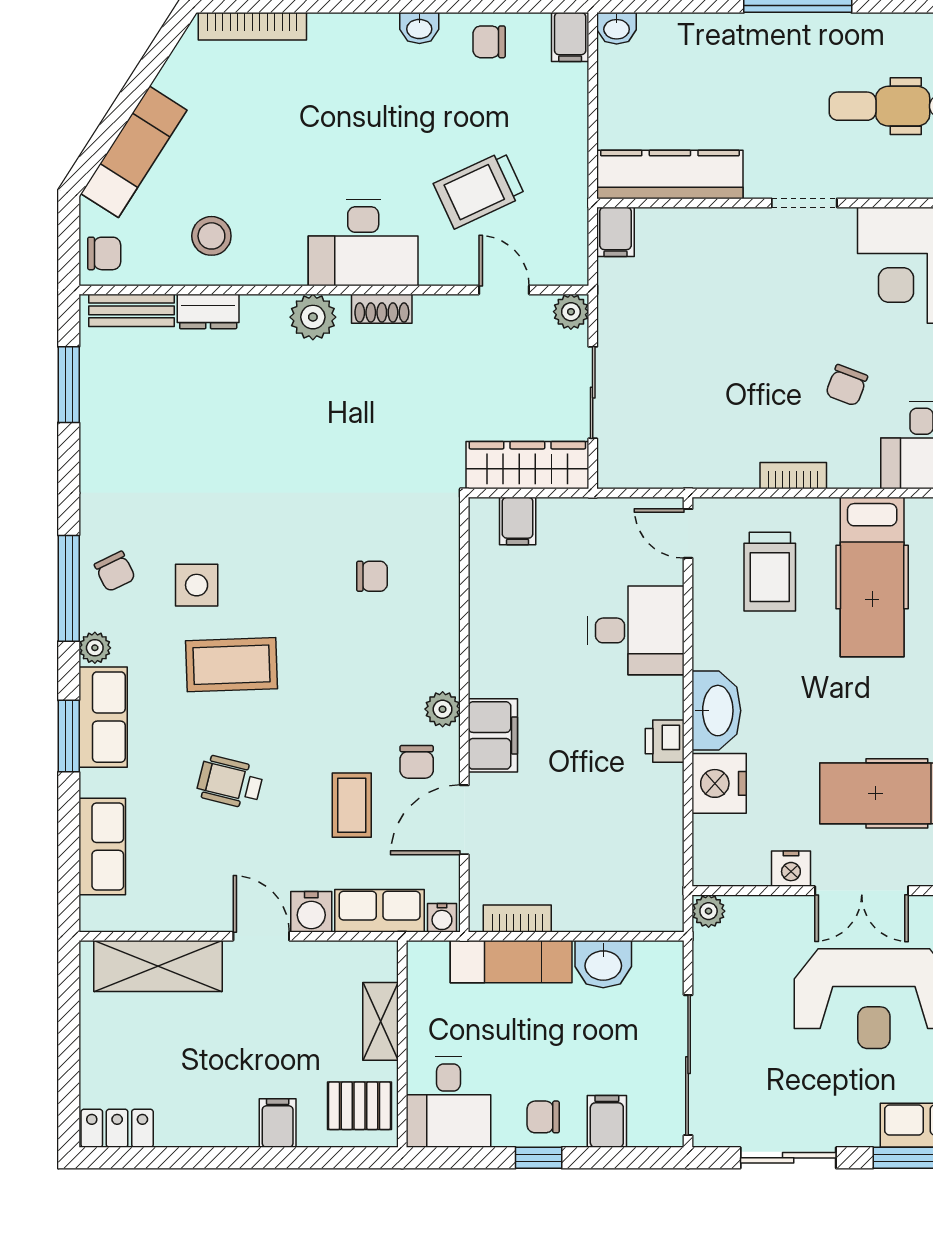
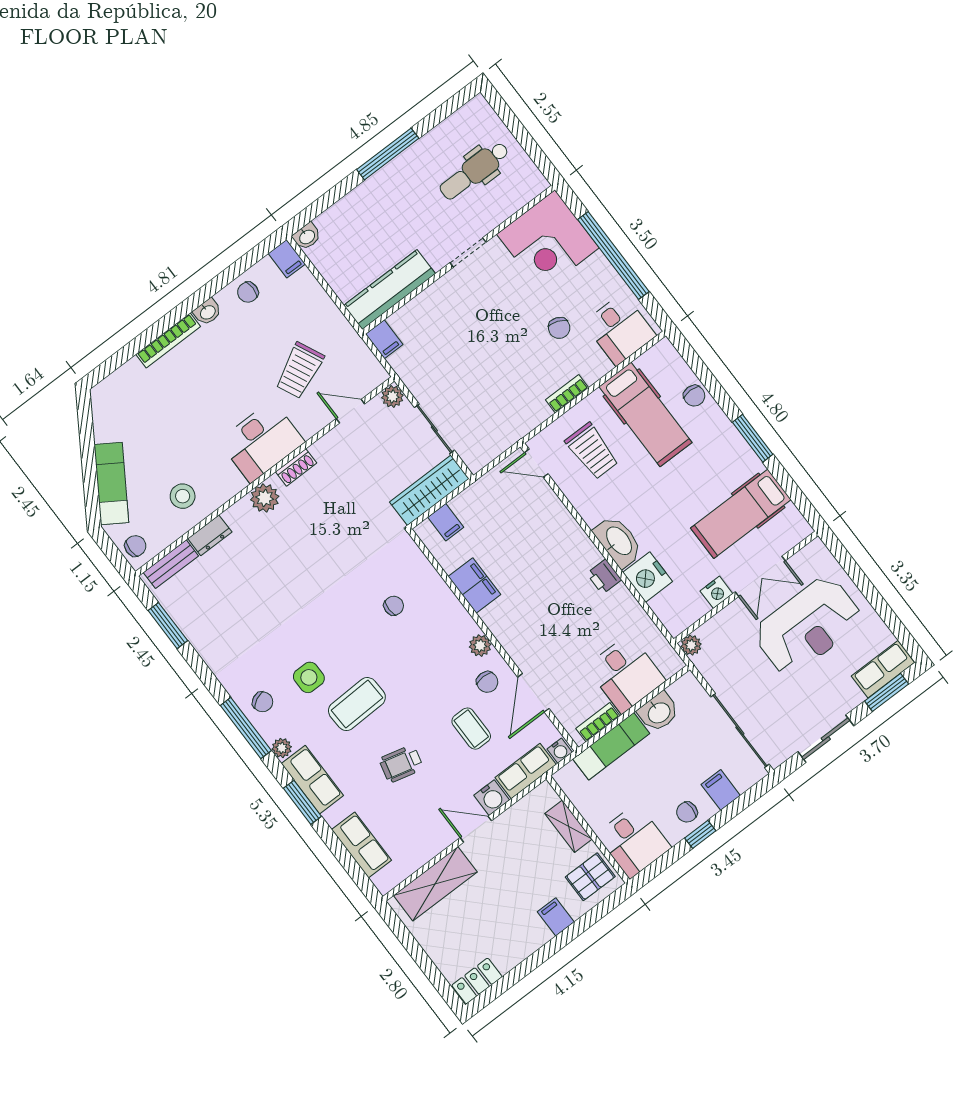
bookcase: (252, 26) -> (168, 340), moved
desk: (636, 630) -> (626, 674), moved, turned 90
filing cabinet: (493, 735) -> (474, 585), moved

